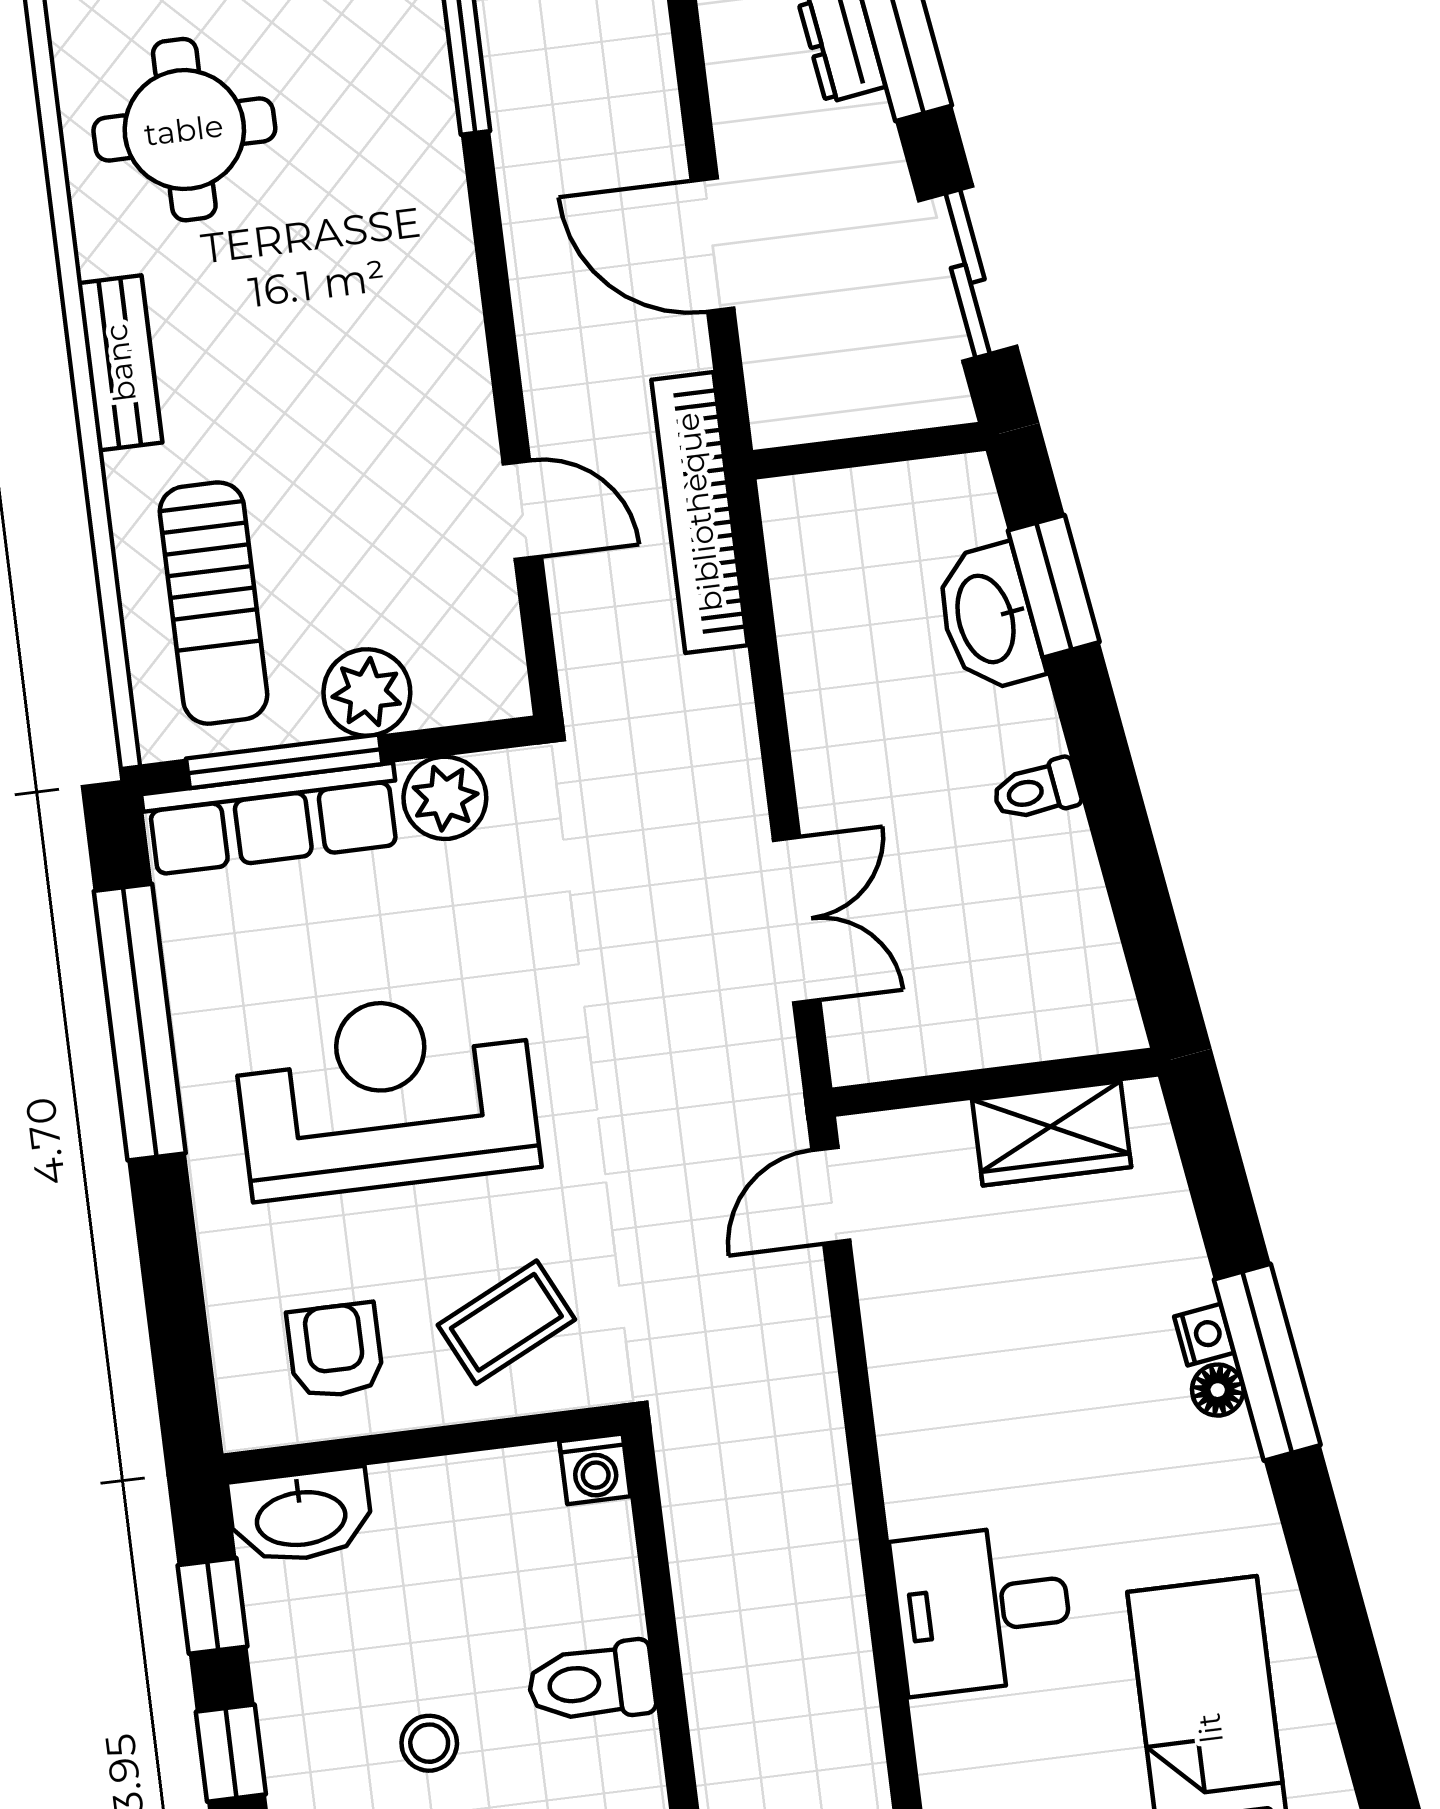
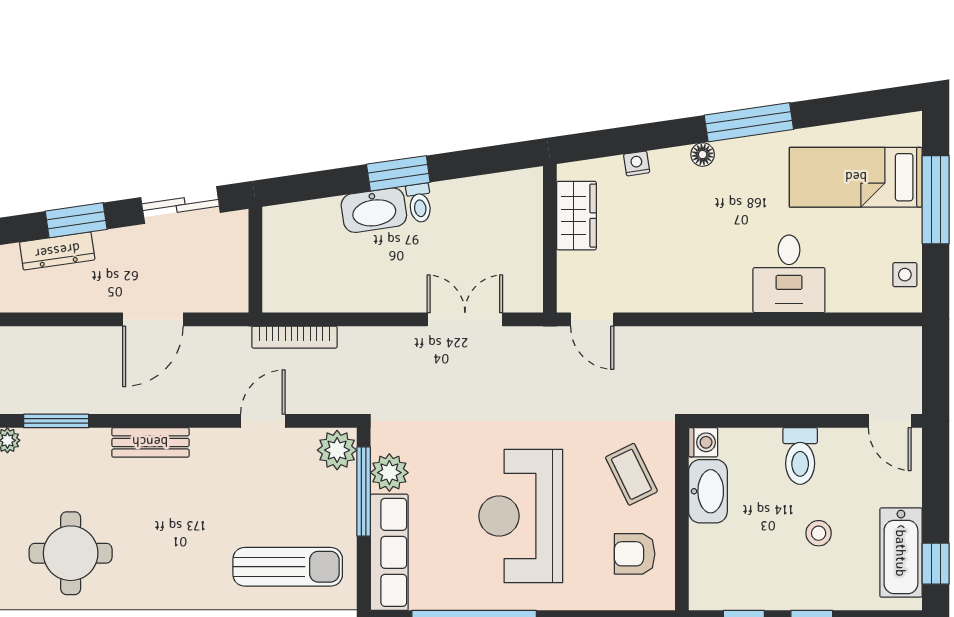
bench: (120, 363) -> (150, 442), moved
bookcase: (699, 512) -> (294, 337), width x0.68, depth x0.76
window: (1054, 586) -> (398, 173), moved
washbasin: (988, 618) -> (374, 210), moved
plant: (367, 692) -> (337, 450), moved
window: (284, 761) -> (364, 492), moved
nightstand: (1204, 1335) -> (637, 163), moved
window: (1267, 1362) -> (749, 122), moved
washbasin: (301, 1516) -> (708, 491), moved

